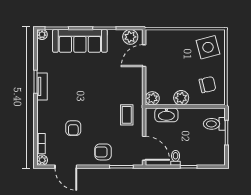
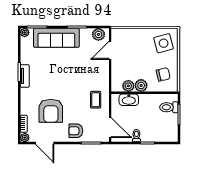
plant: (152, 98) -> (128, 86), moved
armchair: (73, 128) -> (51, 111), width x1.88, depth x1.88

